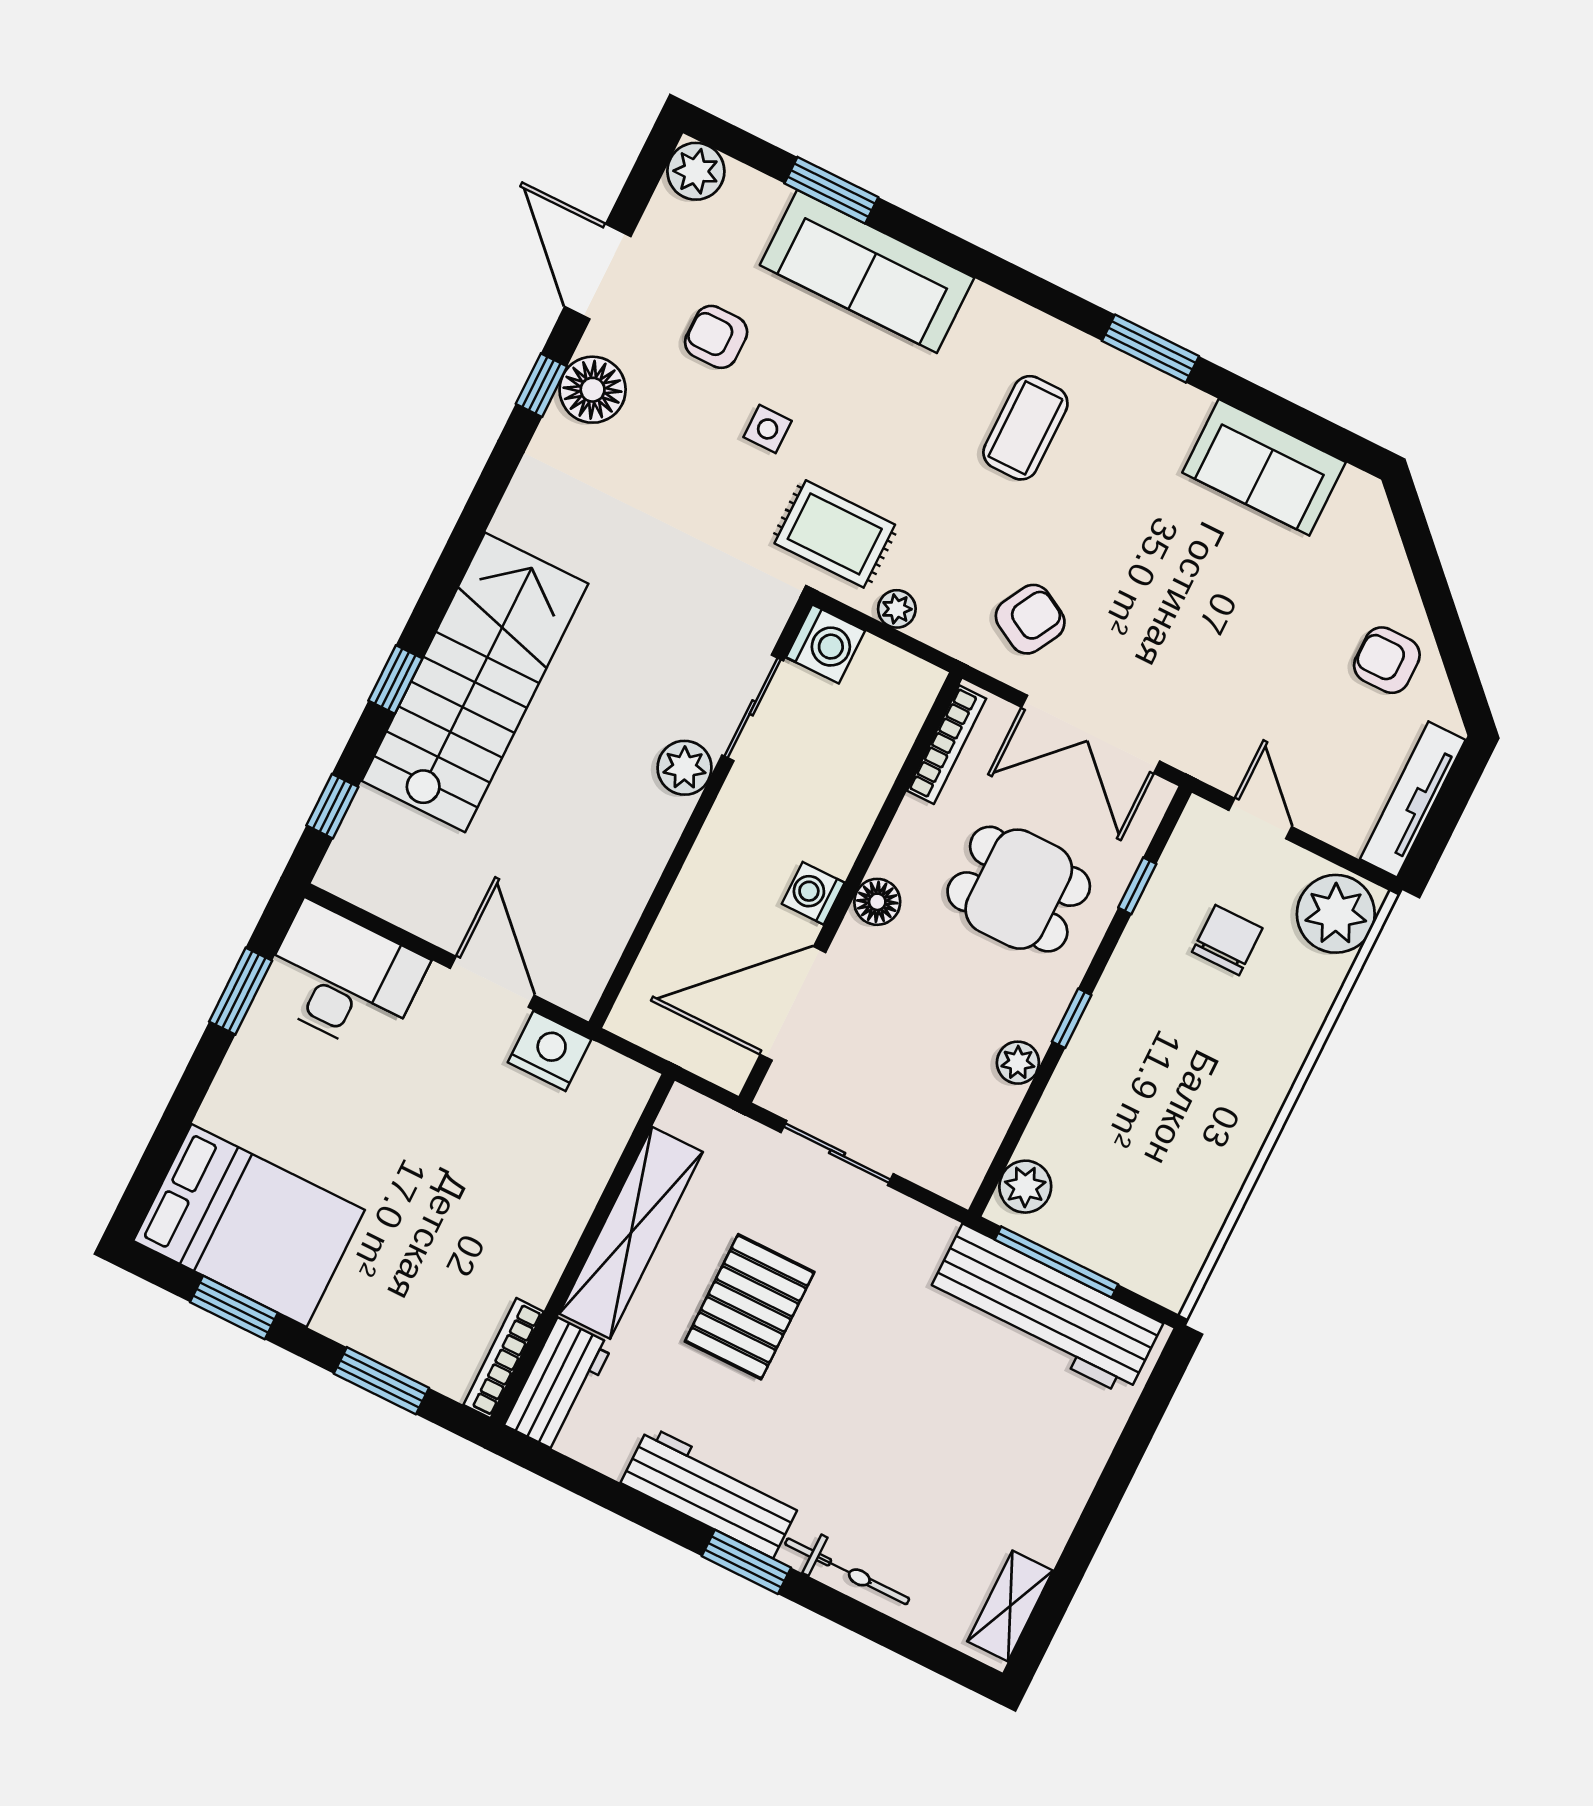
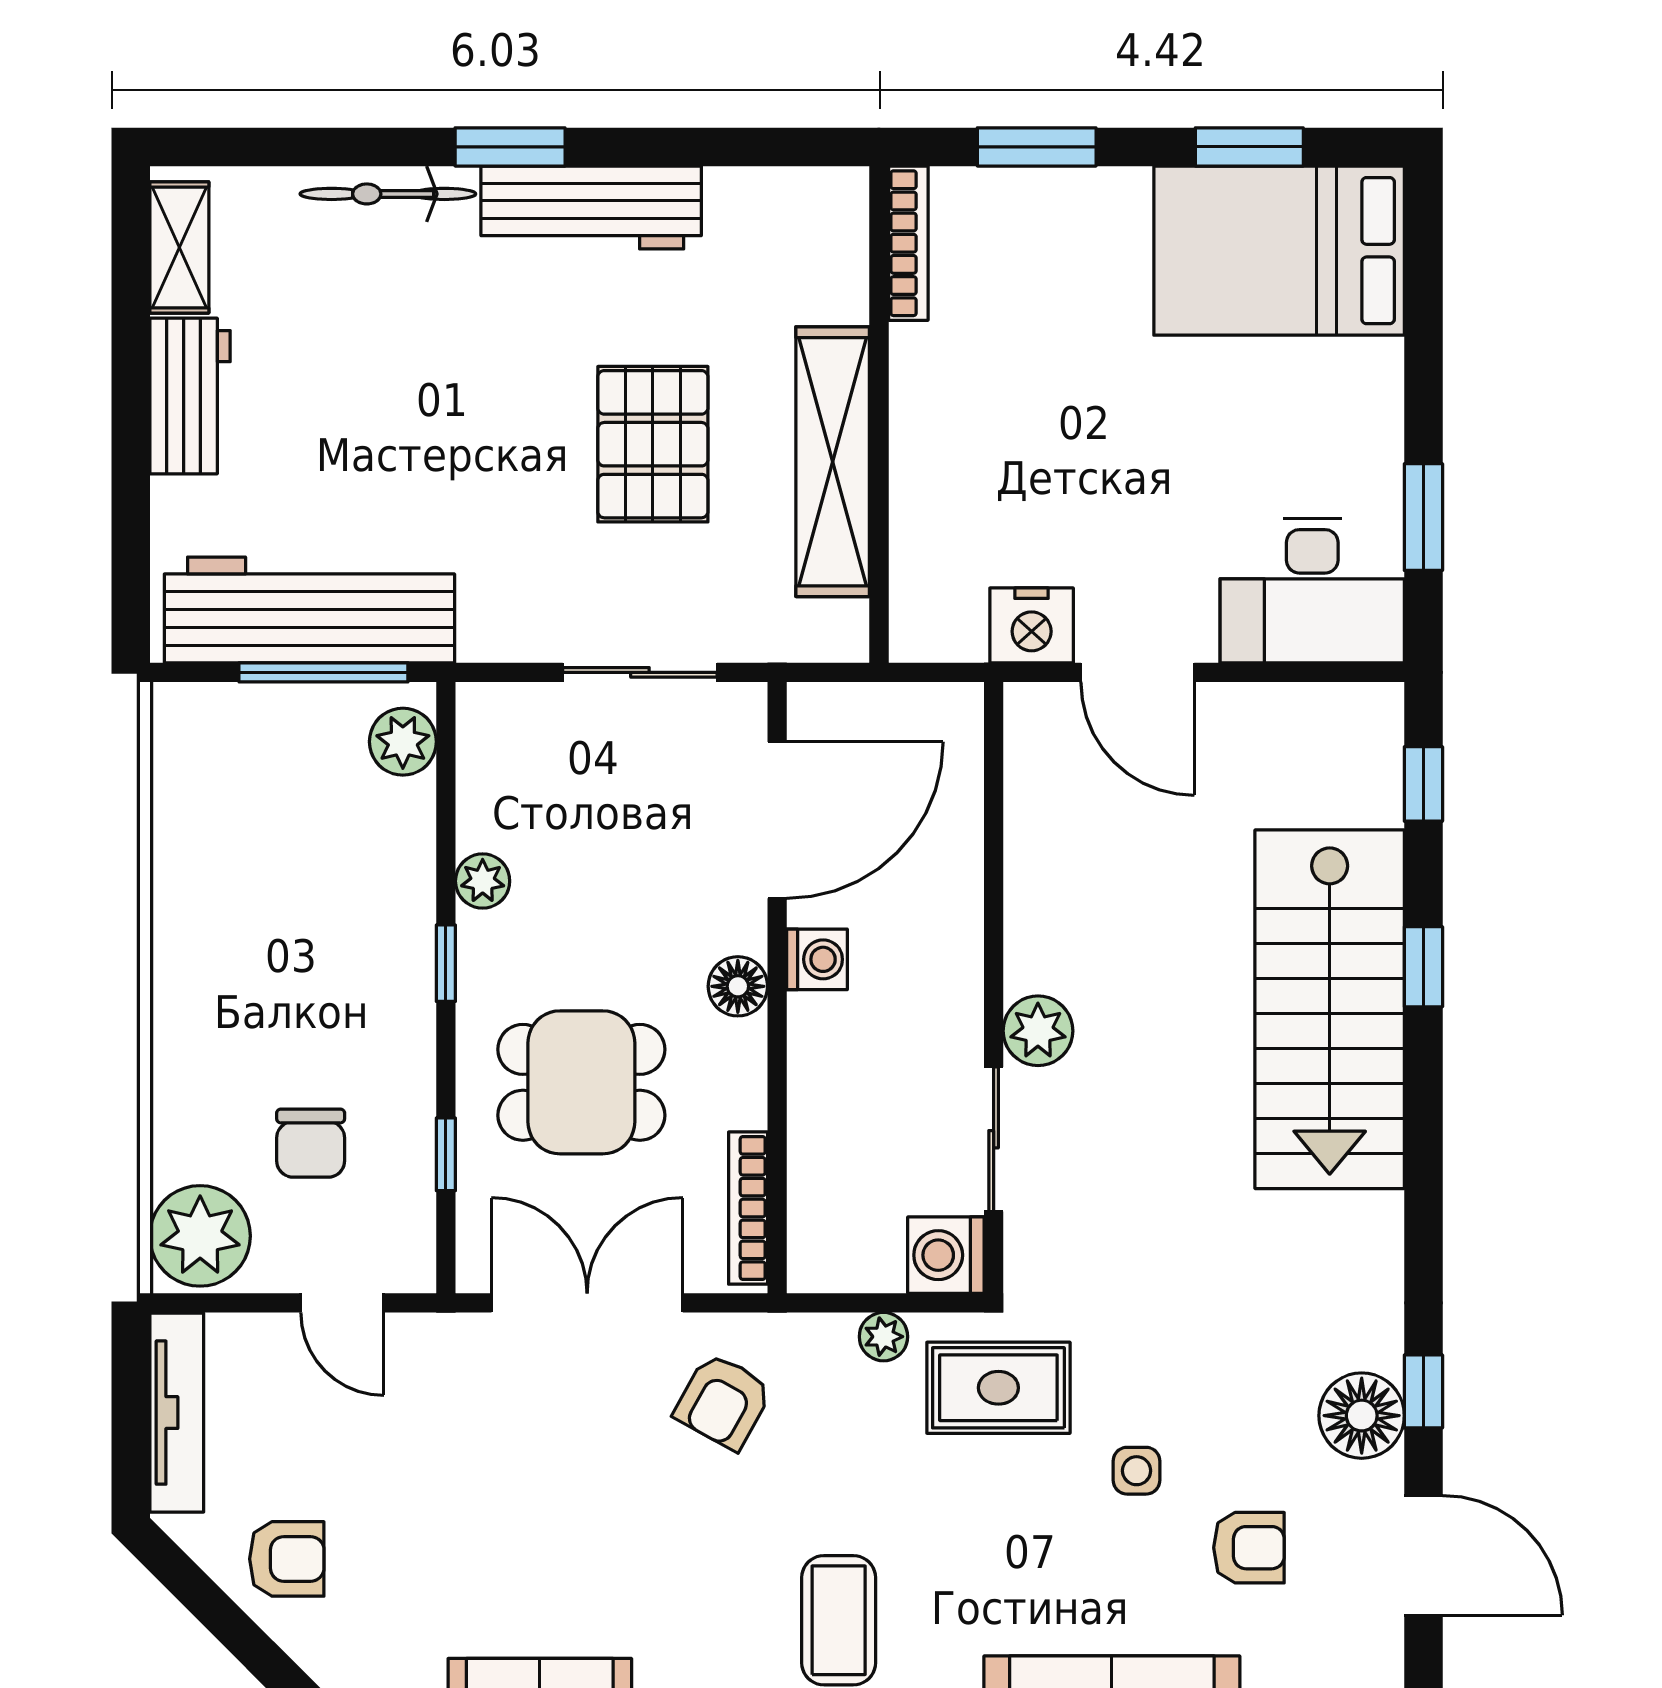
workbench: (558, 1385) -> (190, 396), moved, turned 180

